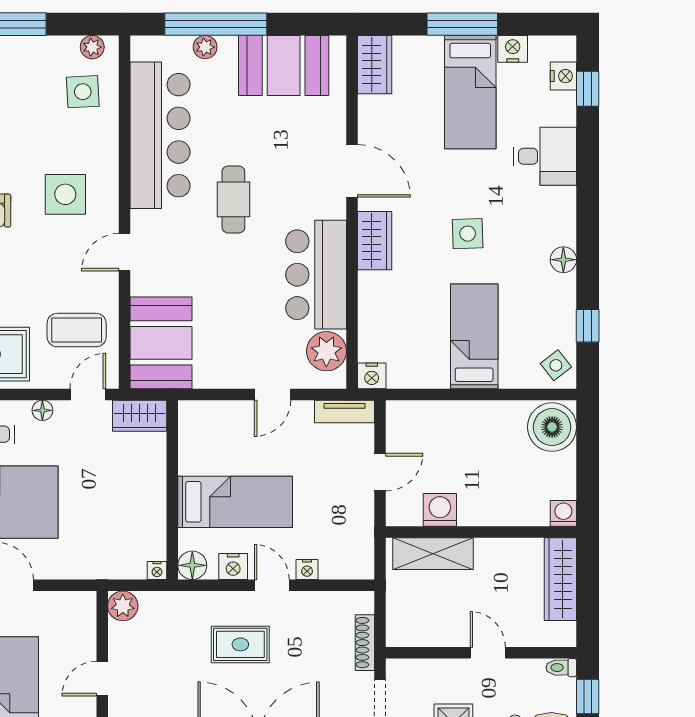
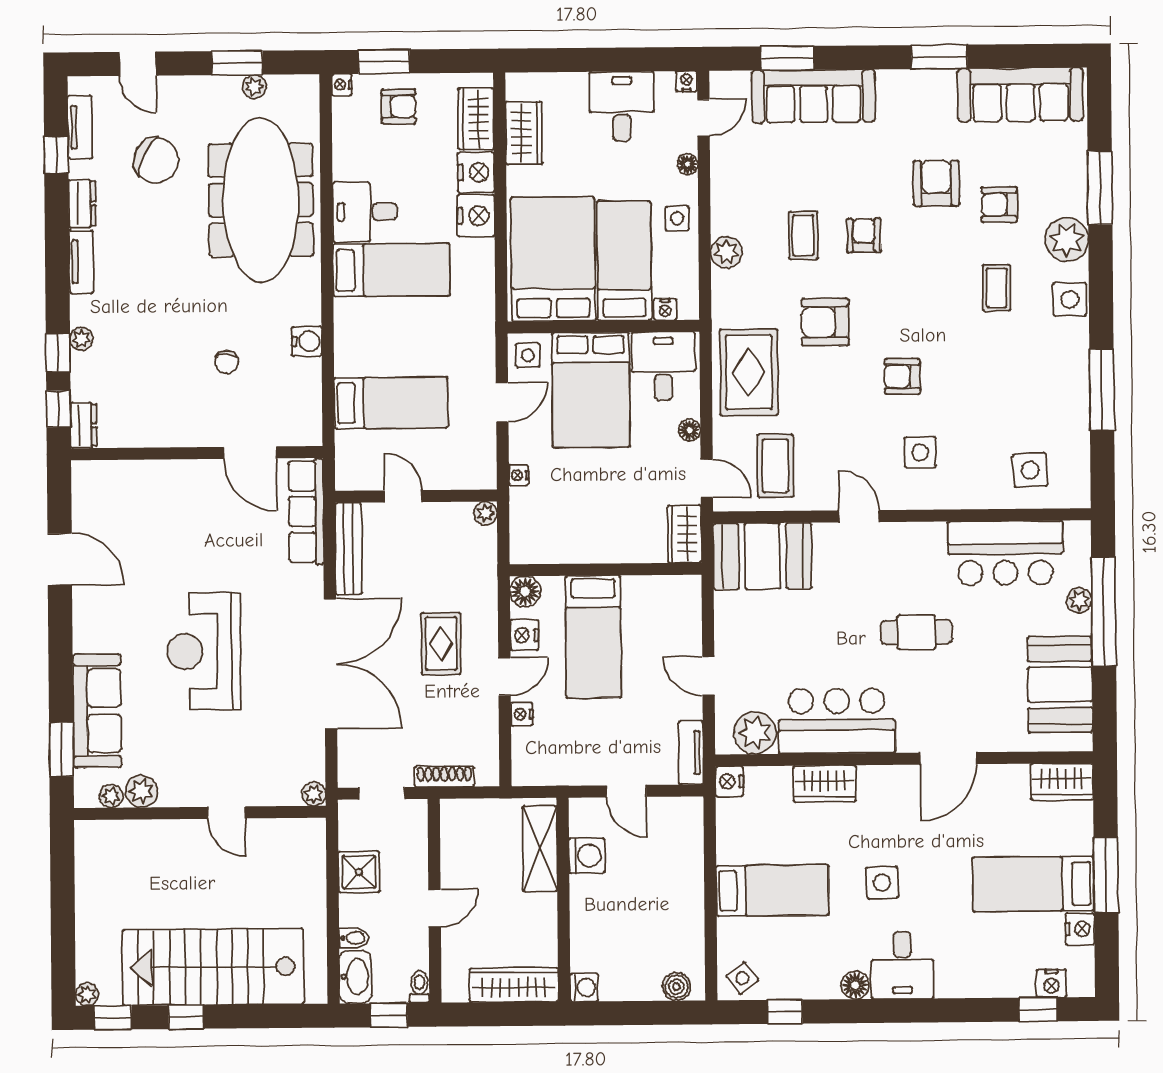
plant: (92, 47) -> (1078, 480), removed
bar counter: (160, 135) -> (1005, 553), width x0.73
desk: (545, 156) -> (902, 965), moved
side table: (65, 194) -> (920, 452), width x0.73, depth x0.73
wardrobe: (375, 241) -> (824, 784), moved
boiler: (552, 427) -> (676, 987), width x0.54, depth x0.54
nightstand: (157, 571) -> (519, 475), moved
plant: (123, 606) -> (485, 513), width x0.73, depth x0.73

